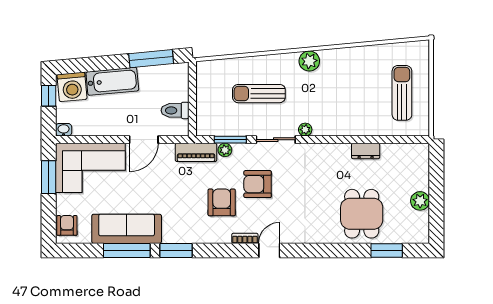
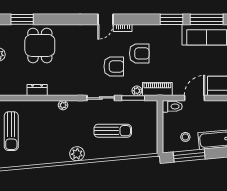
stool: (157, 85) -> (185, 137), added
toilet: (175, 110) -> (172, 106), moved
plant: (305, 130) -> (63, 105), moved
armchair: (222, 202) -> (139, 53), turned -90

